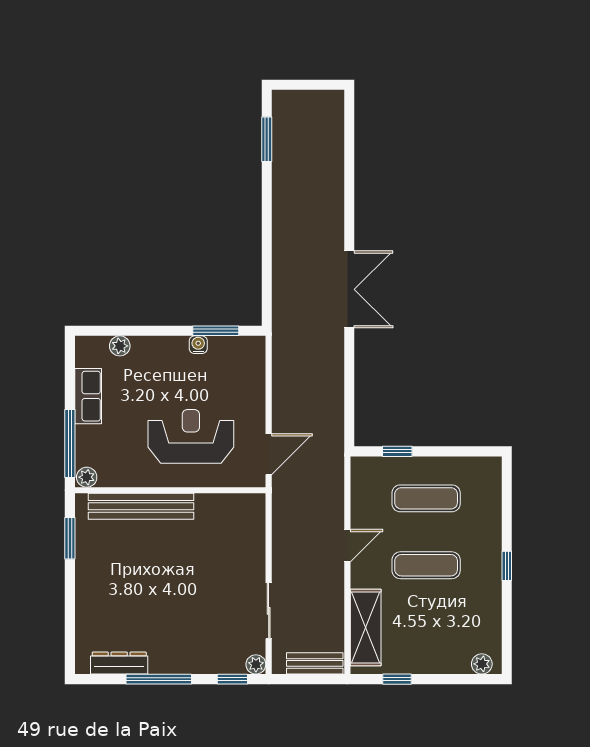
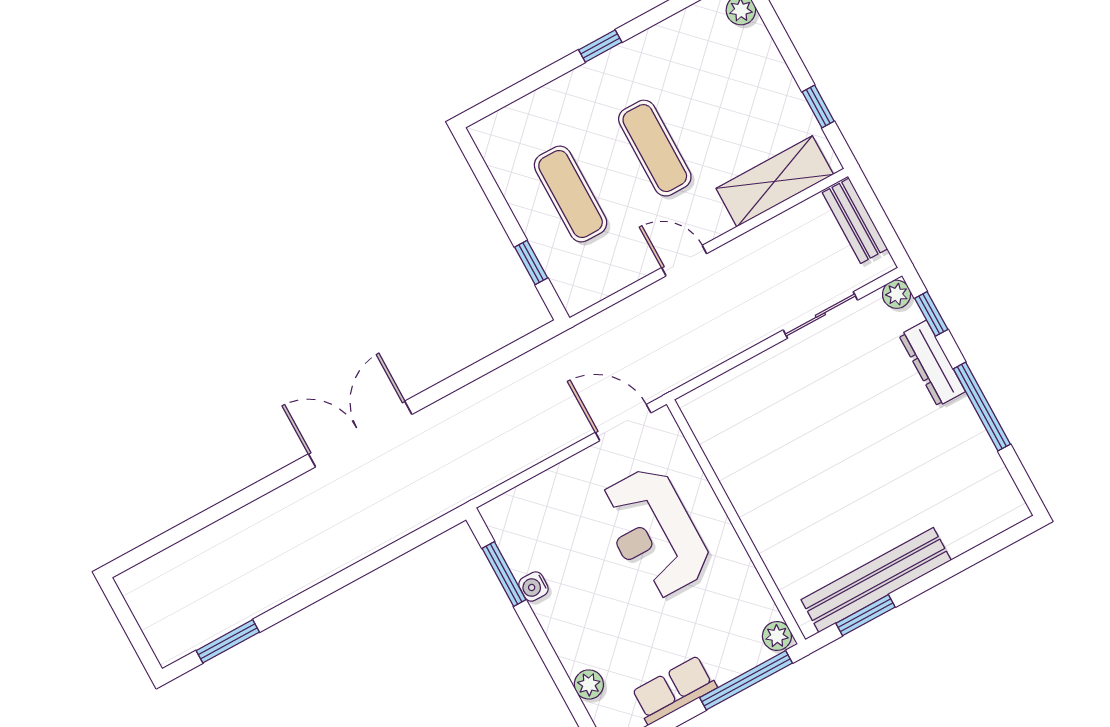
bench: (141, 506) -> (876, 580), moved, turned 90
dresser: (119, 663) -> (932, 363), moved

